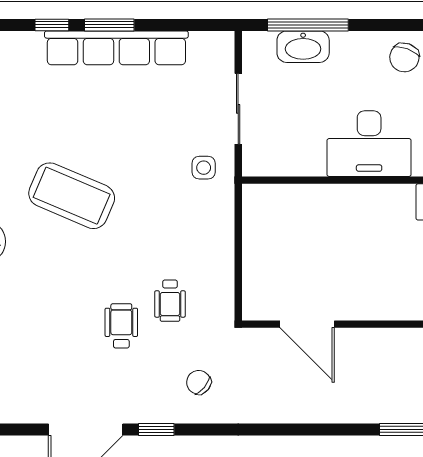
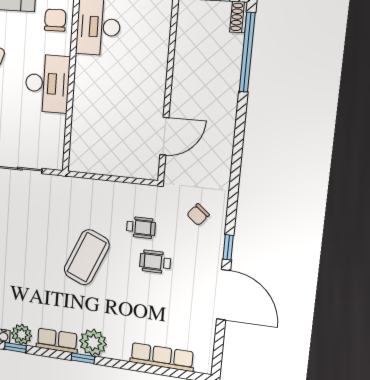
side table: (204, 168) -> (56, 195), removed
coffee table: (72, 196) -> (87, 257), moved

